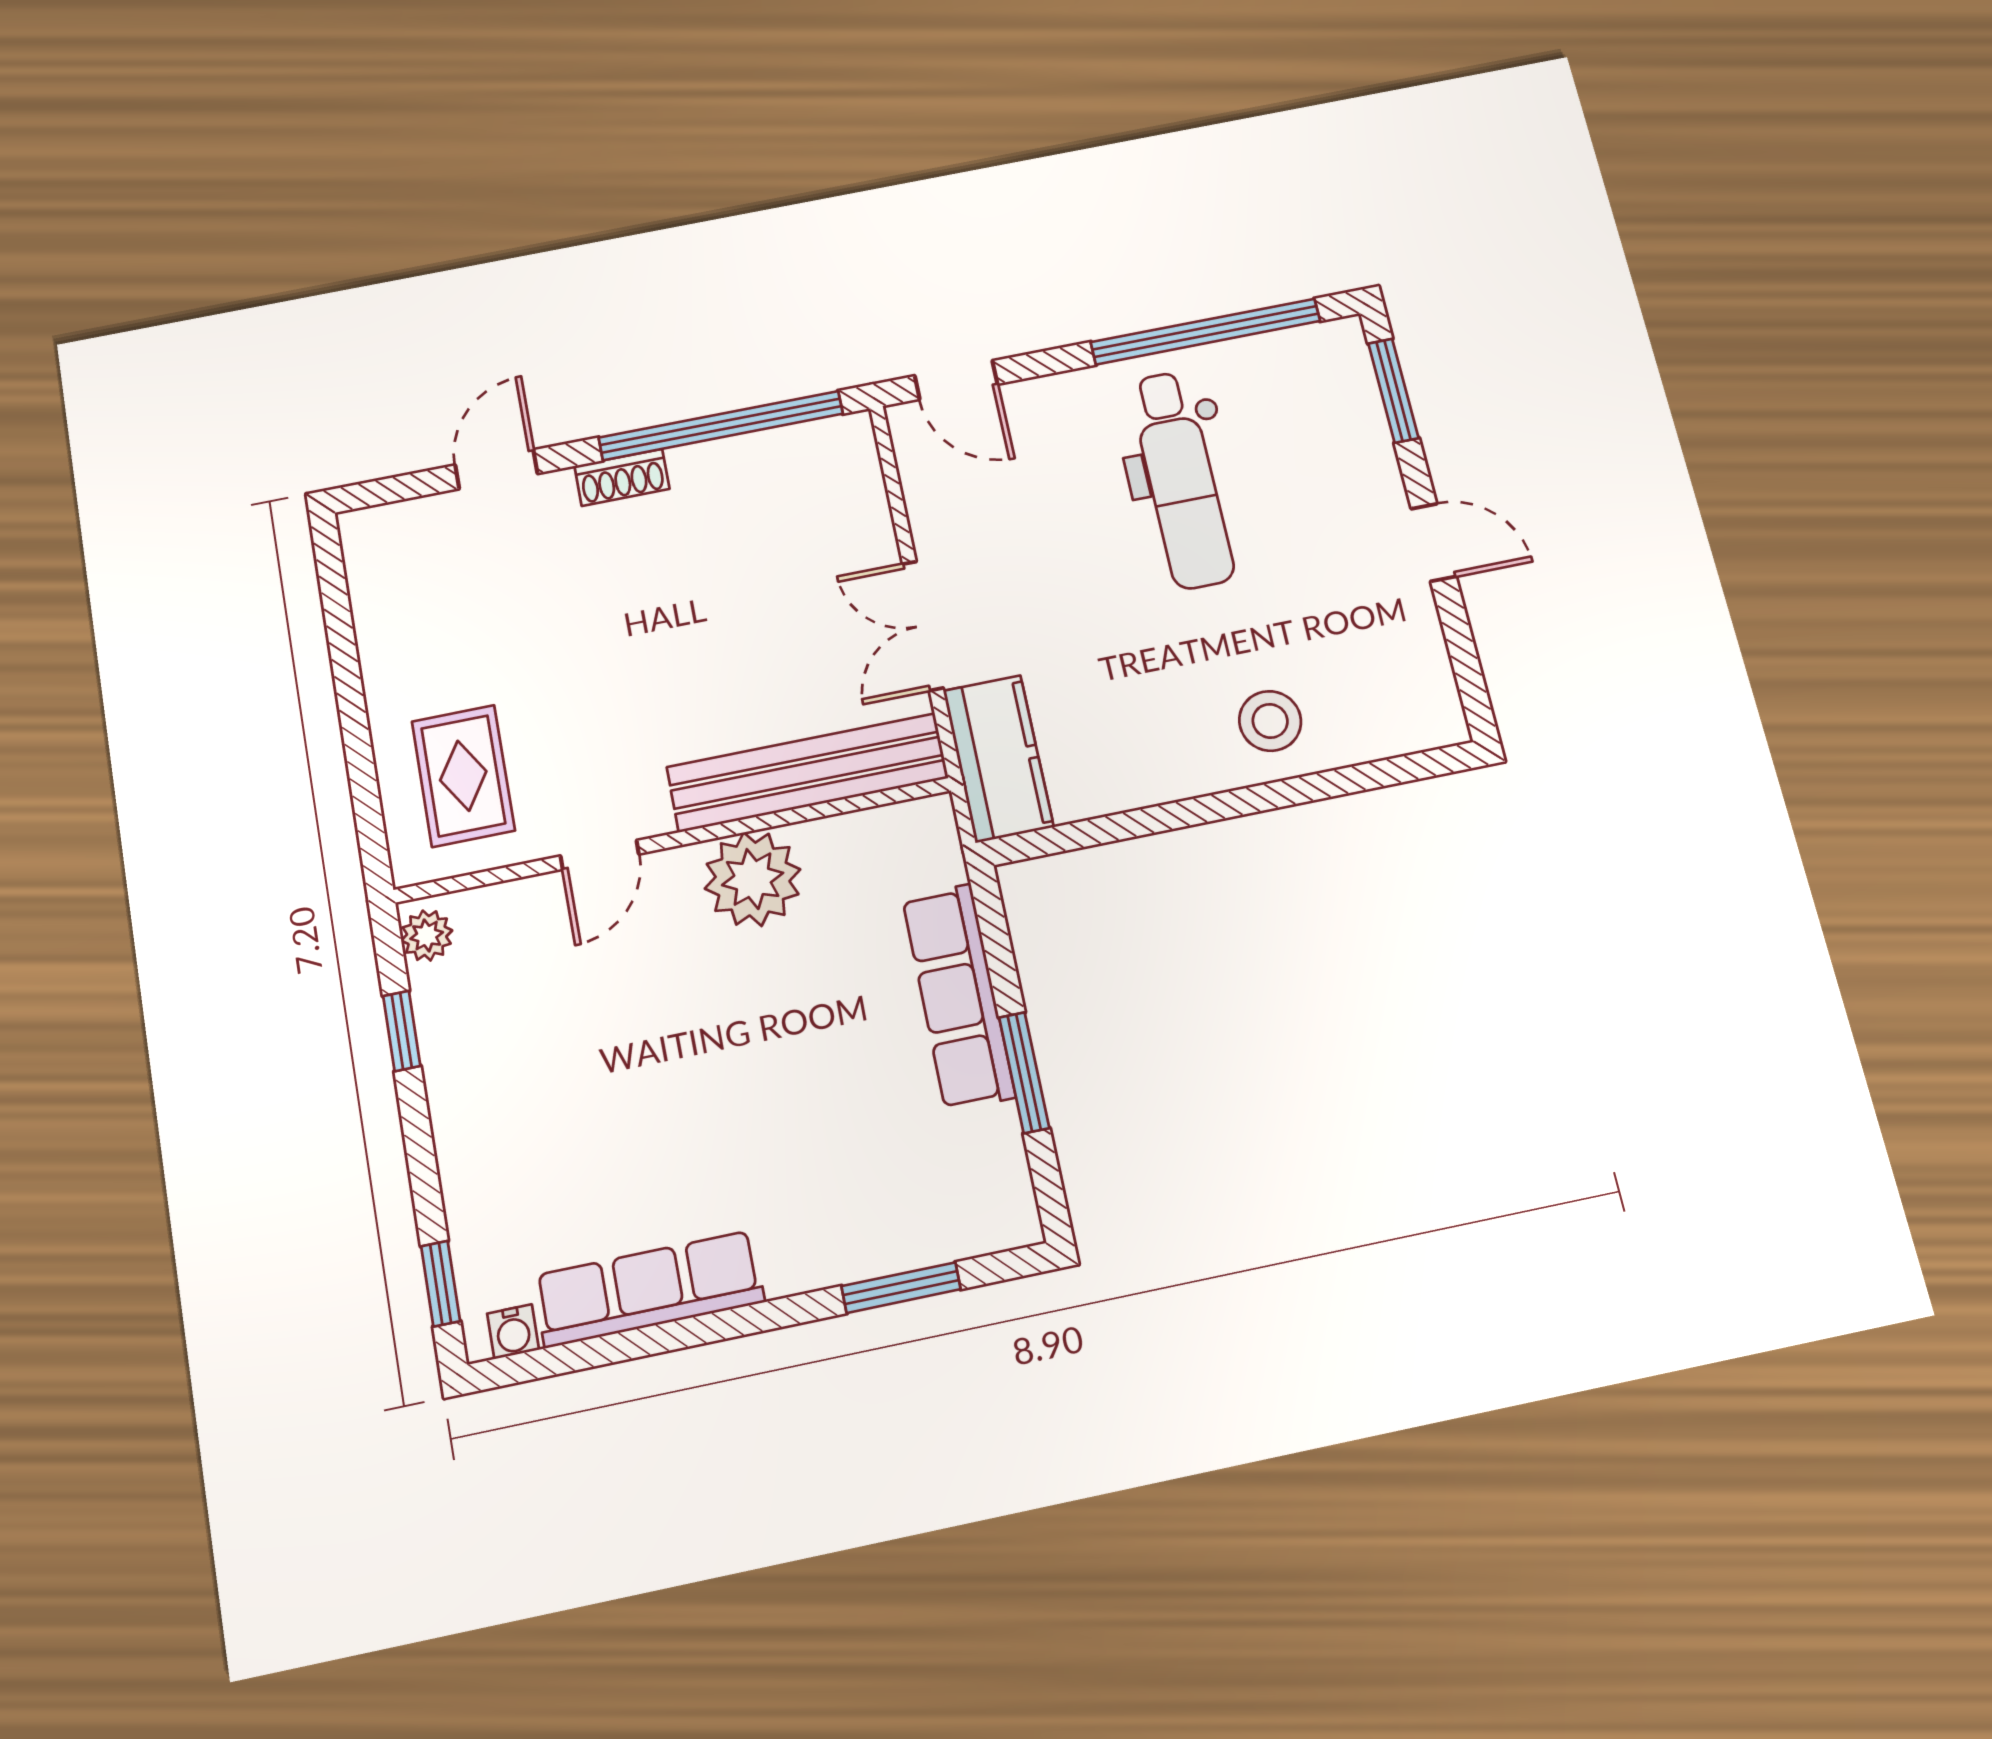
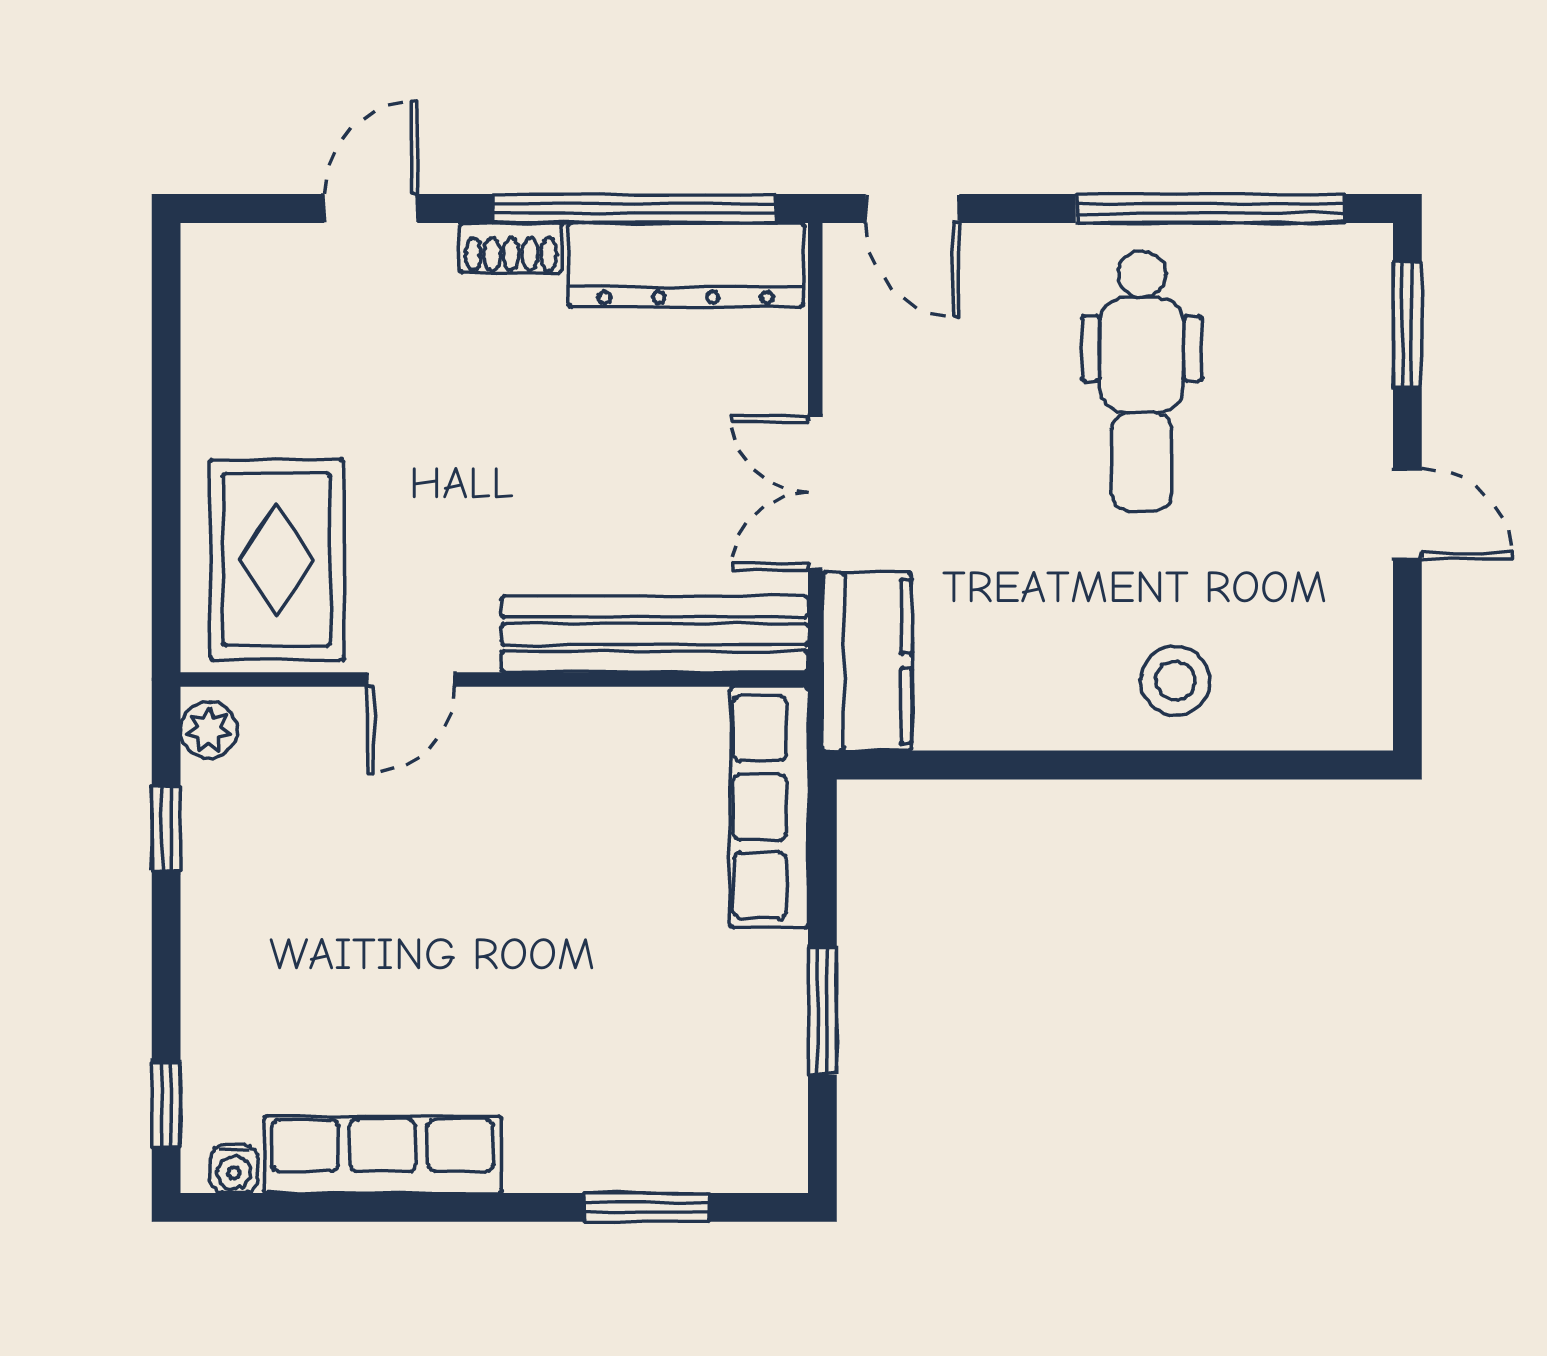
dresser: (774, 462) -> (686, 265), added
rug: (463, 776) -> (277, 560), width x1.36, depth x1.43
plant: (753, 879) -> (572, 740), removed
row of seats: (958, 997) -> (769, 807), moved

